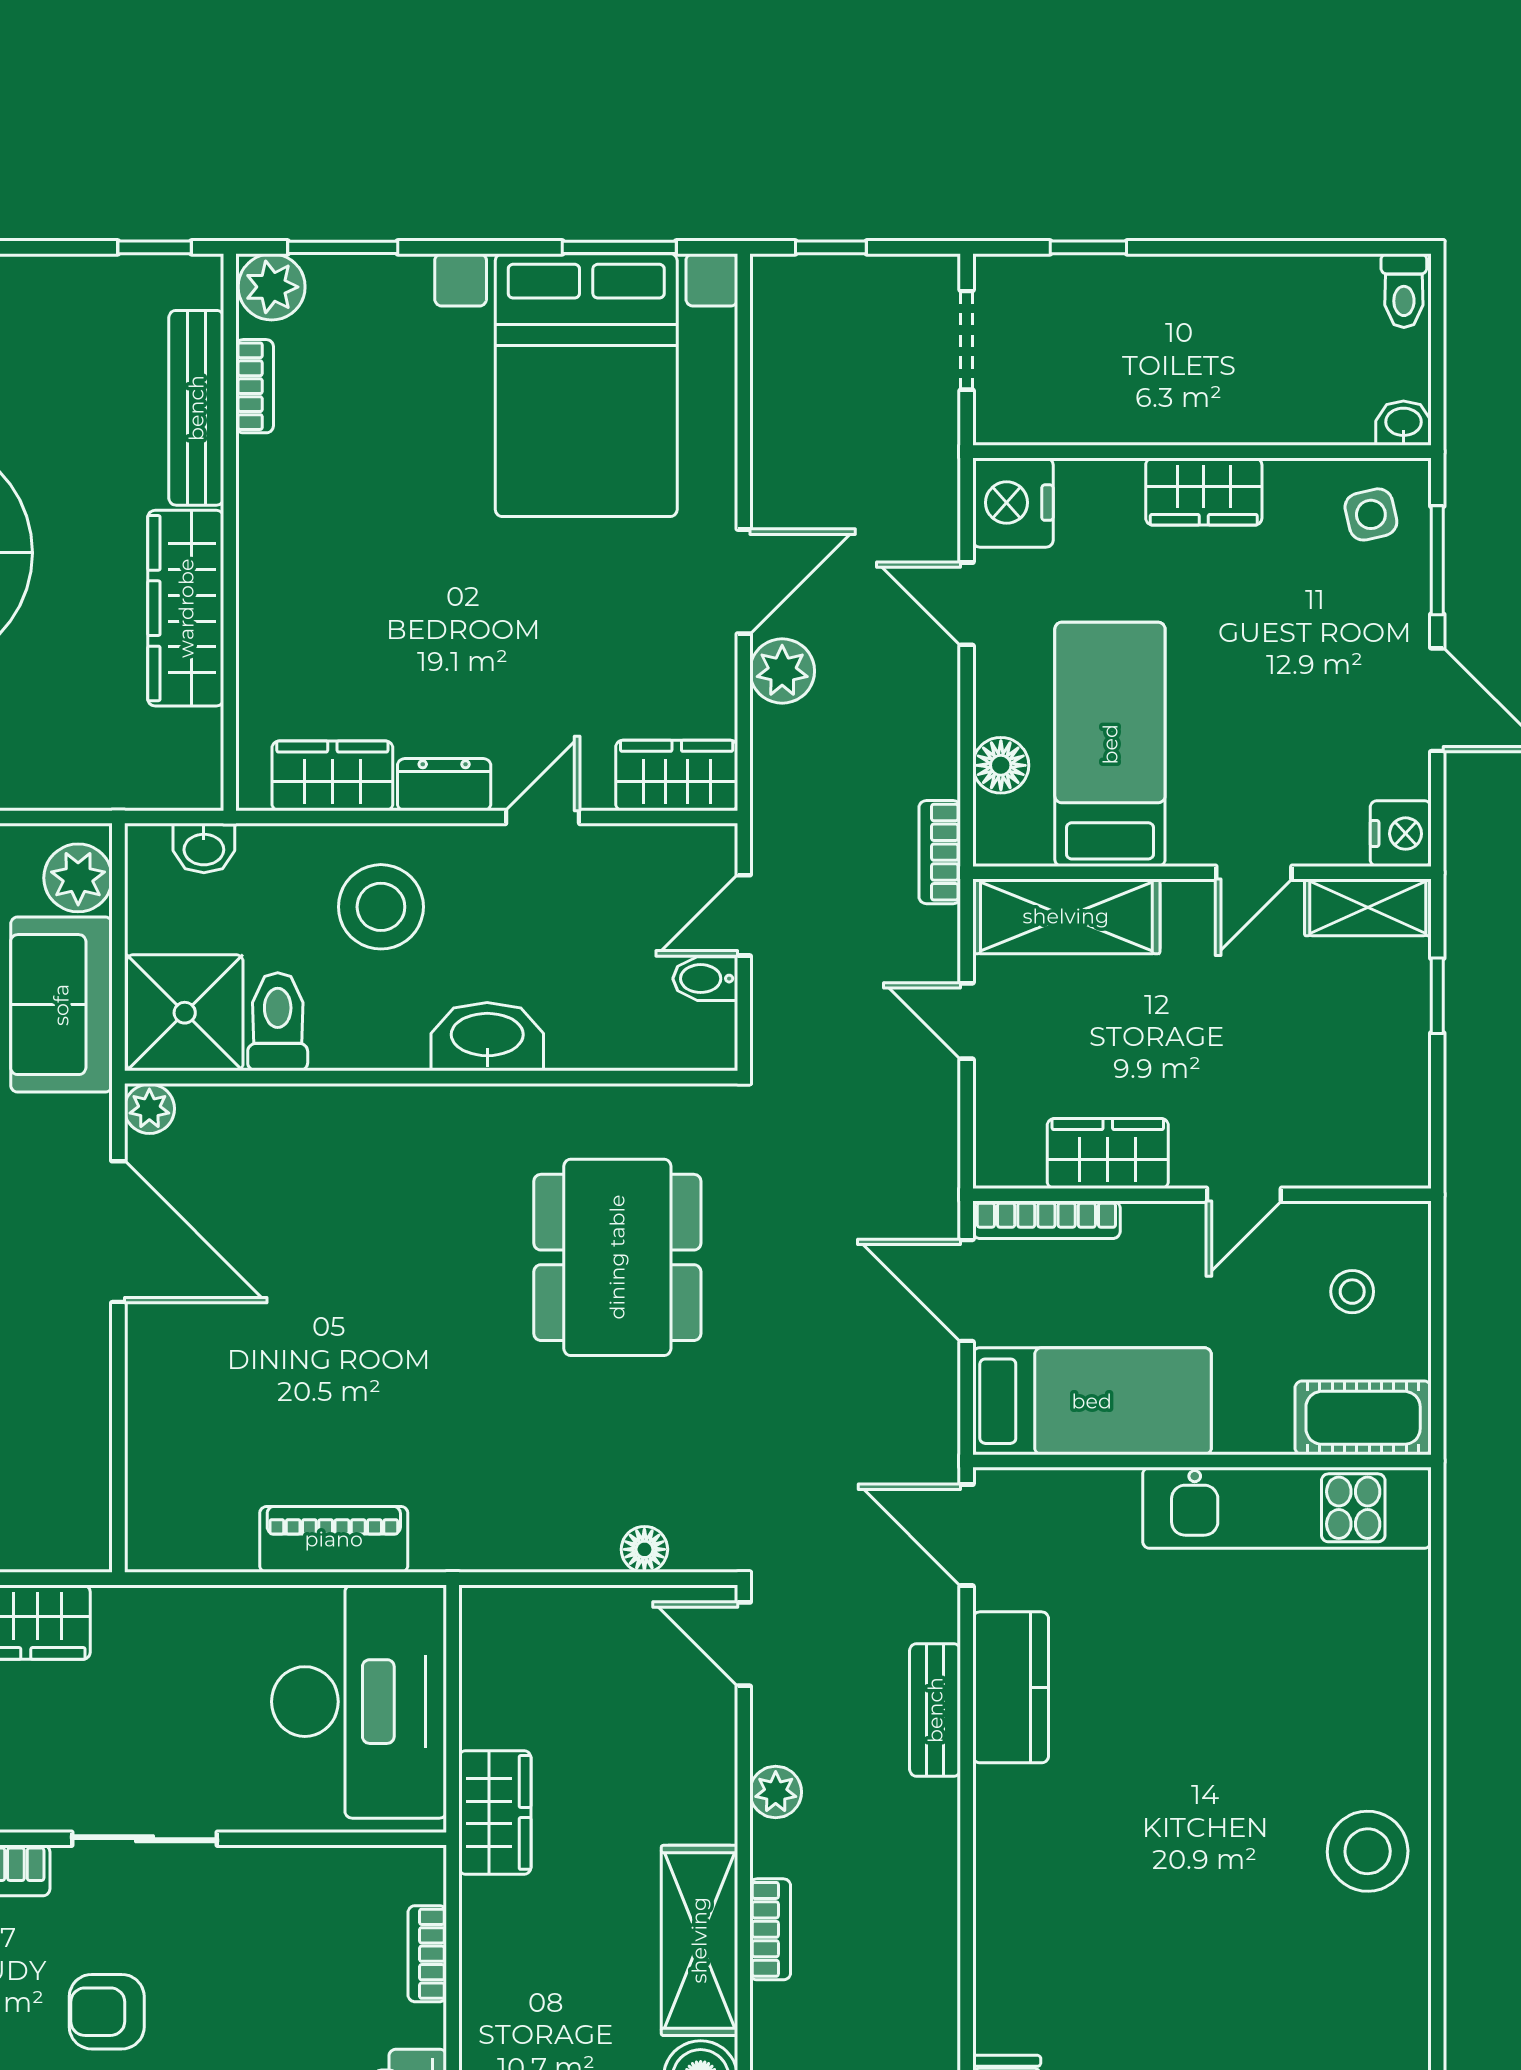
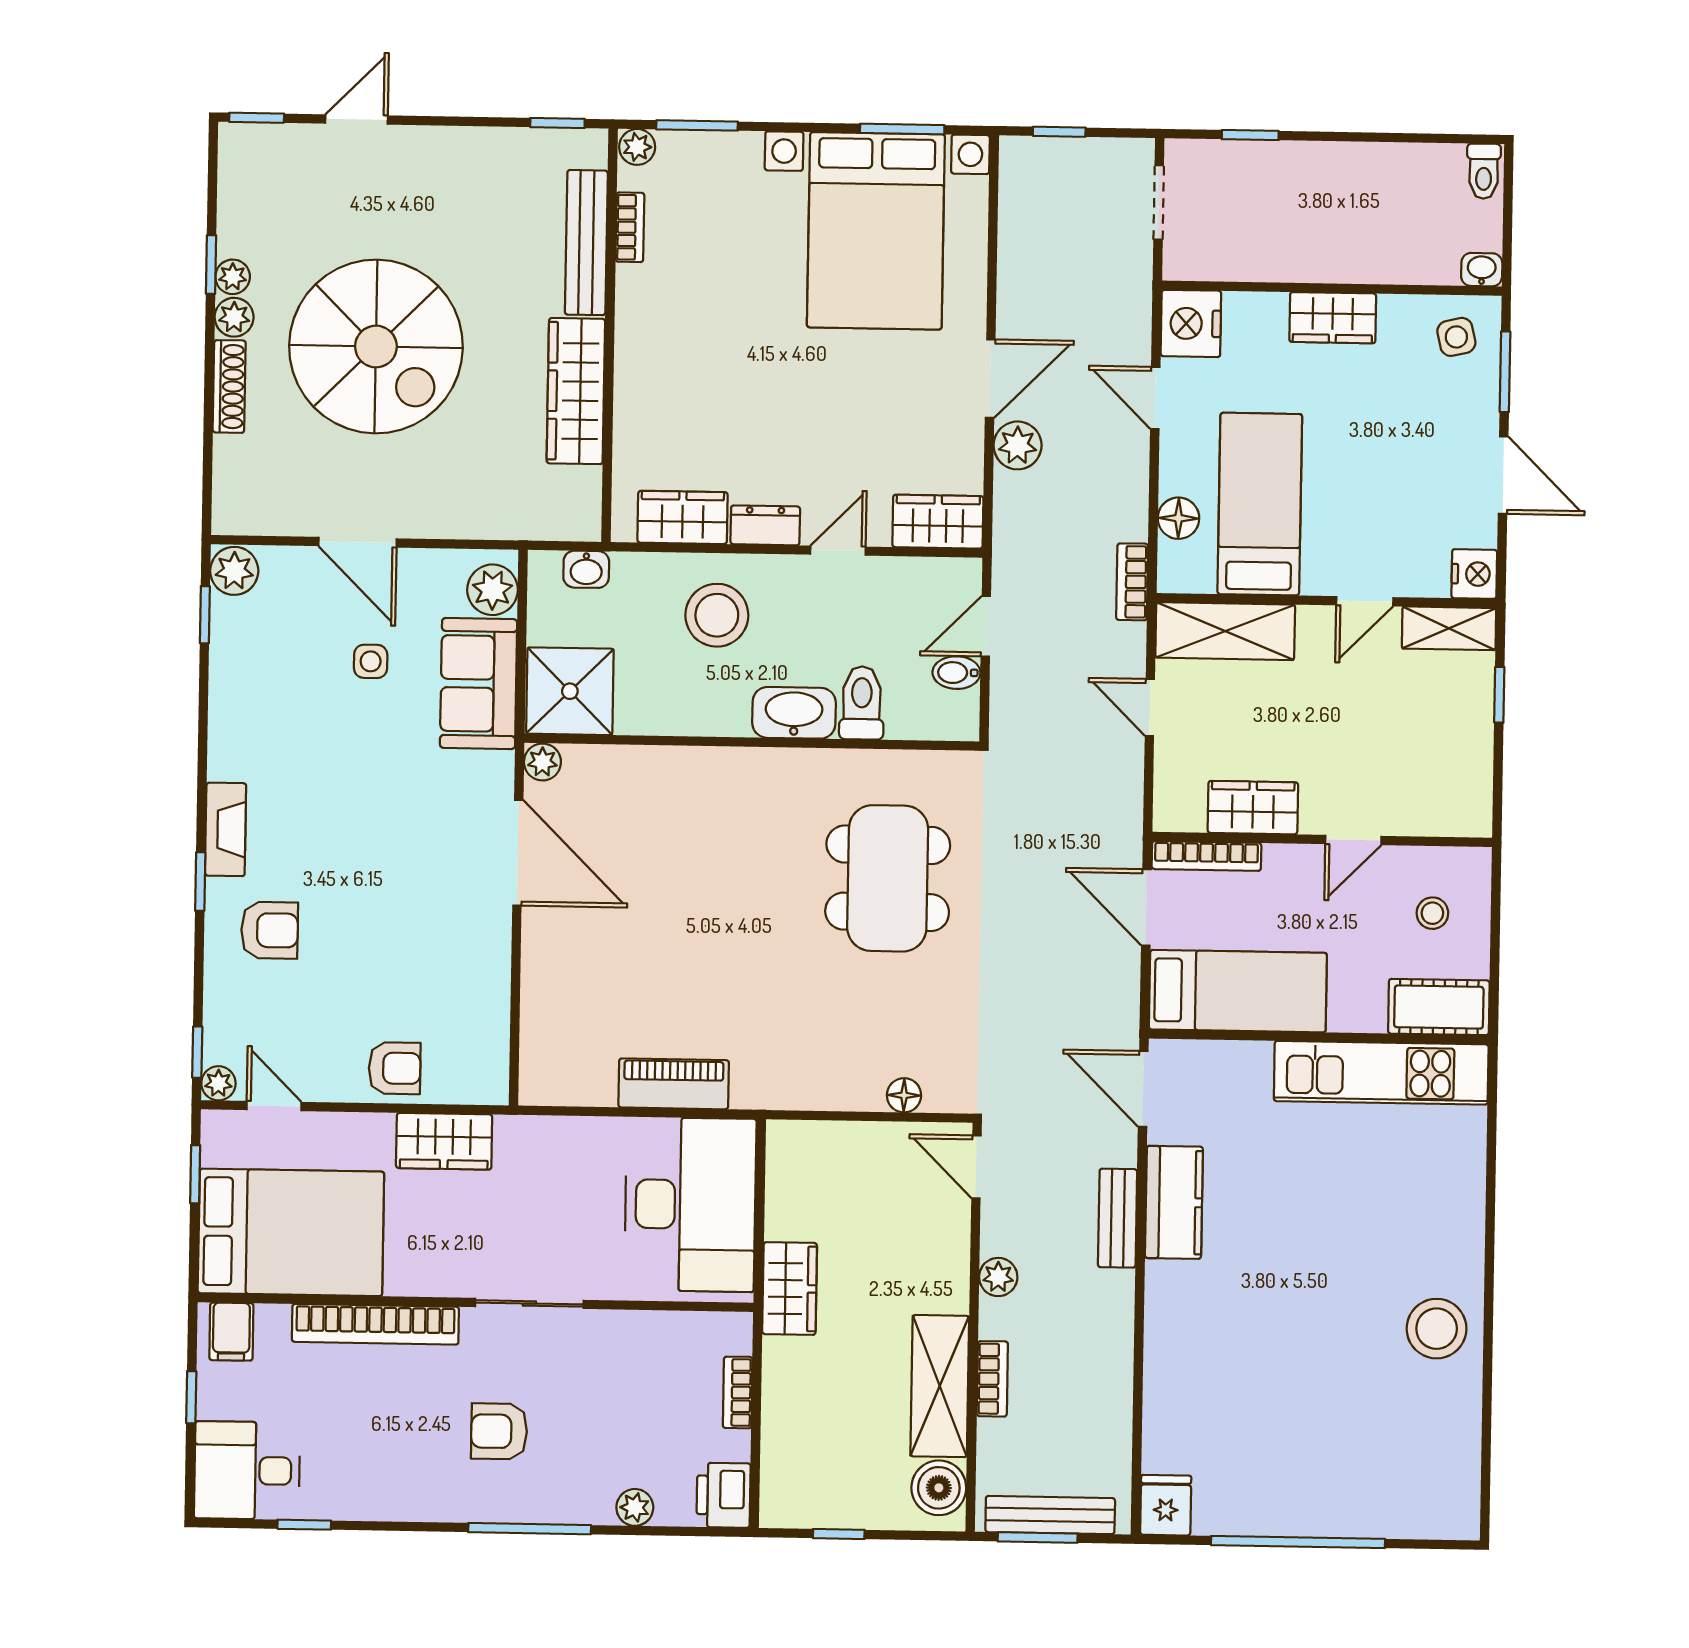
plant: (272, 287) -> (637, 147), width x0.73, depth x0.73
toilet: (278, 1022) -> (862, 703), moved

